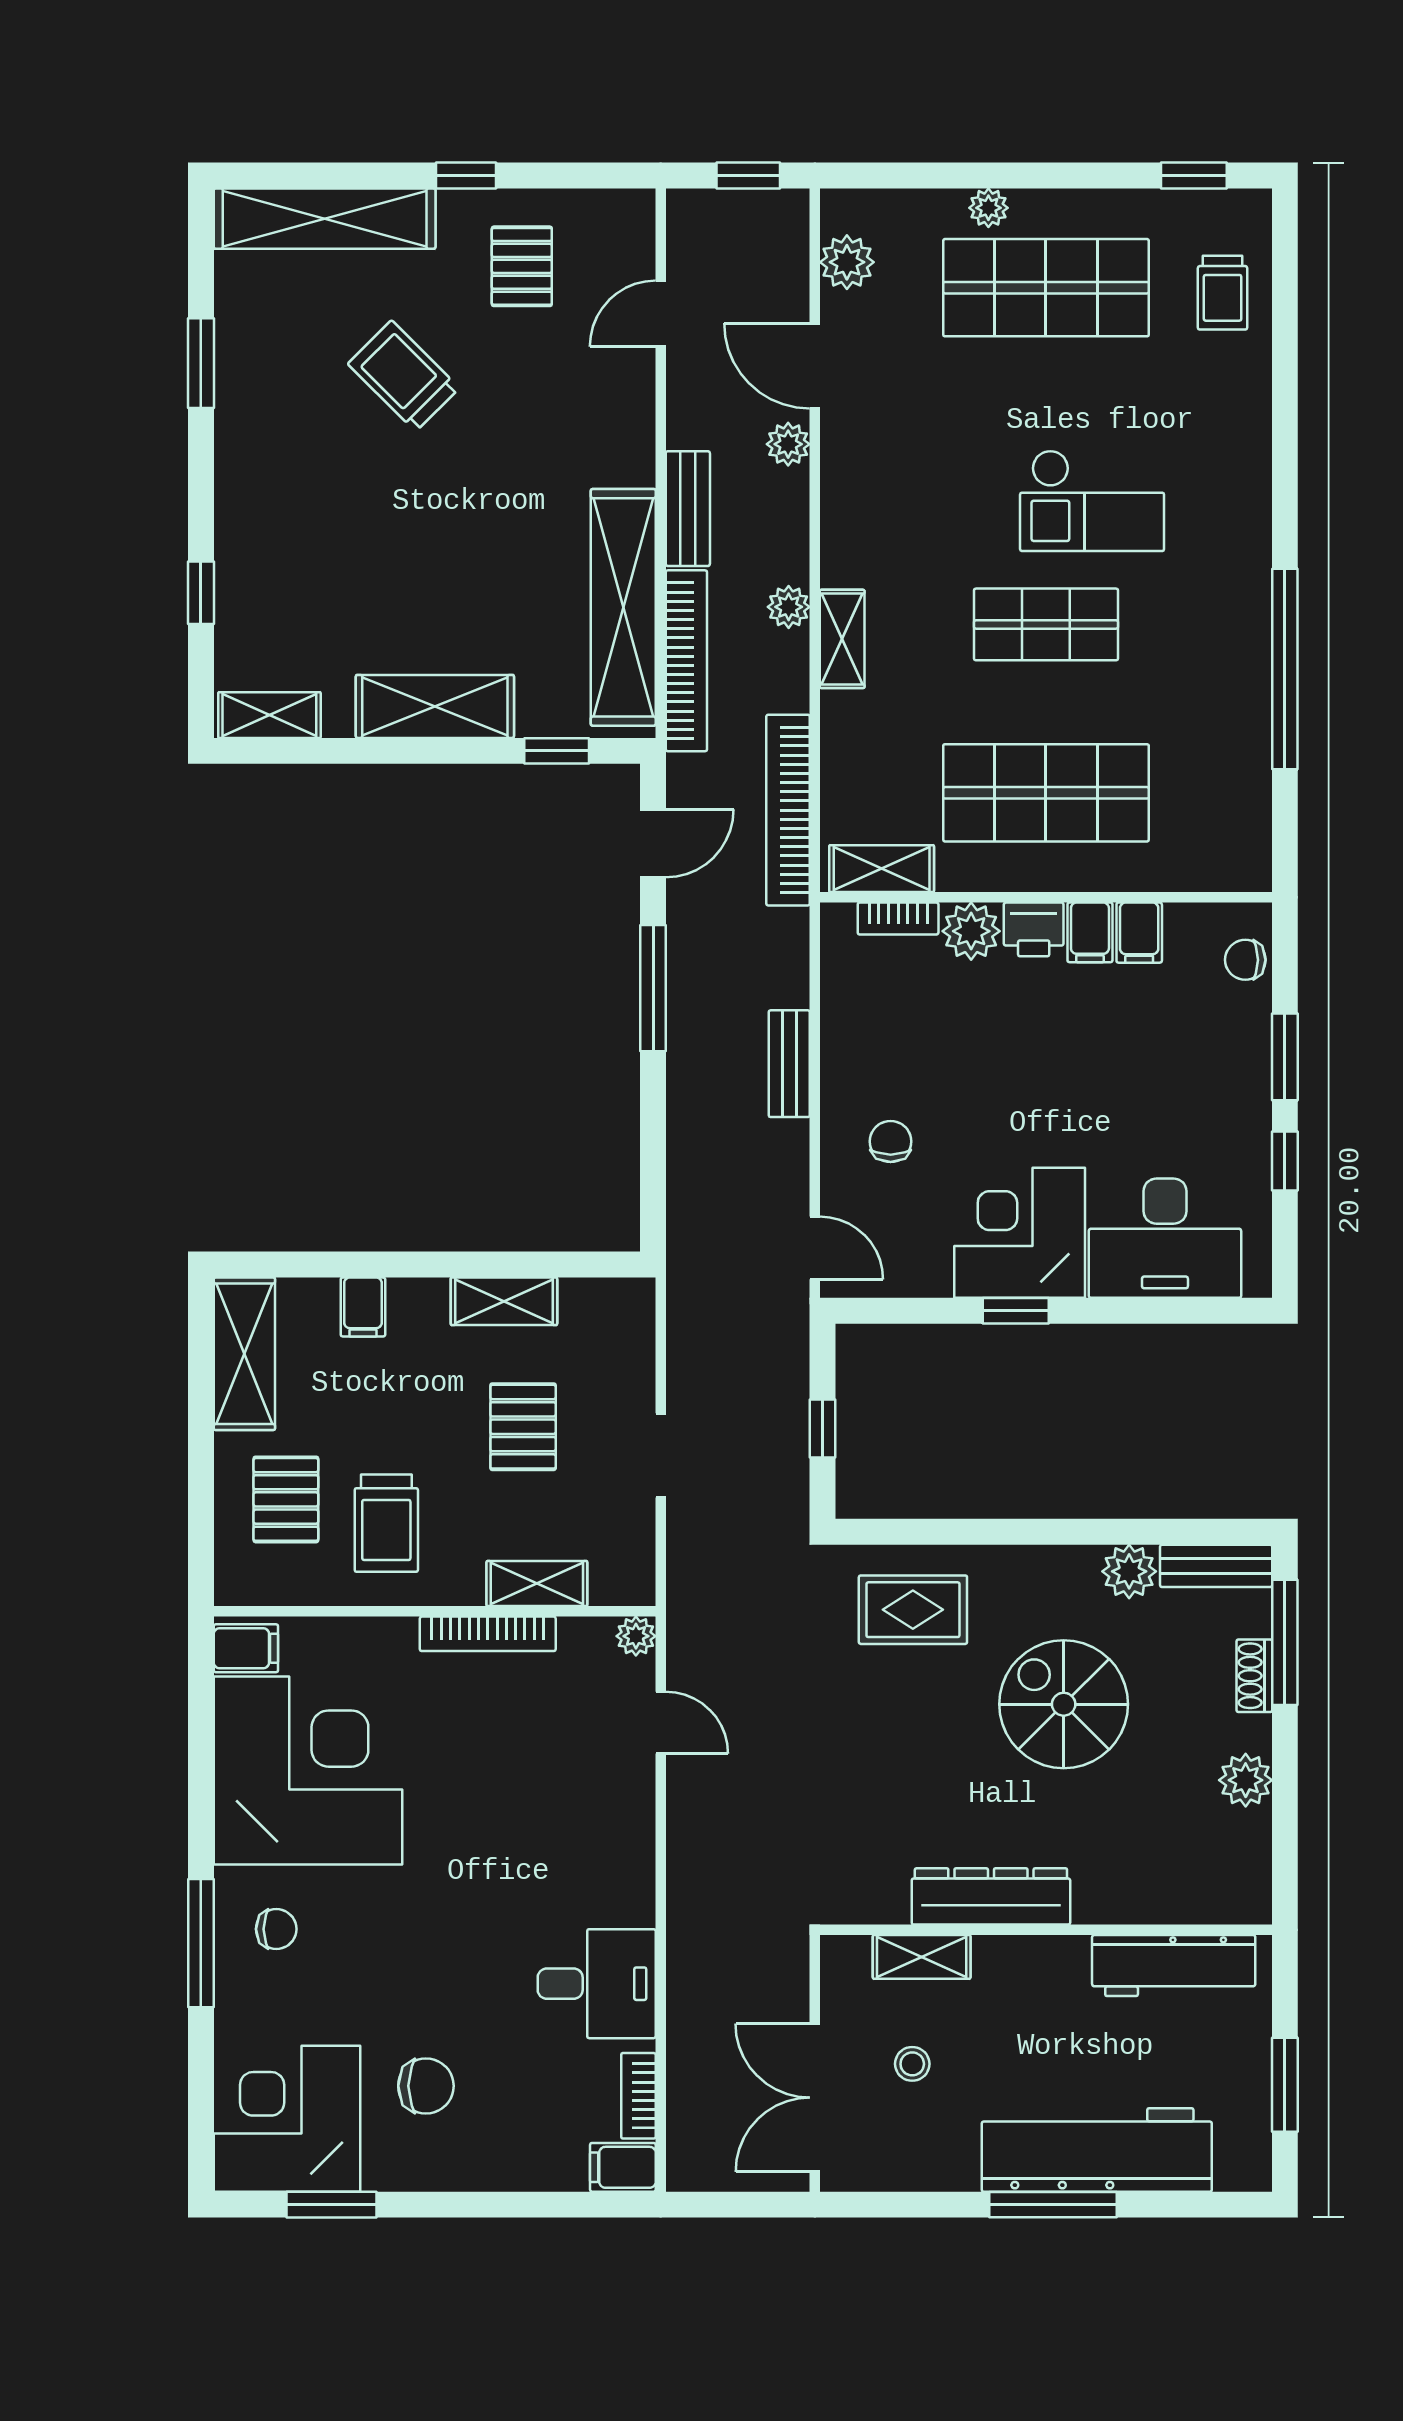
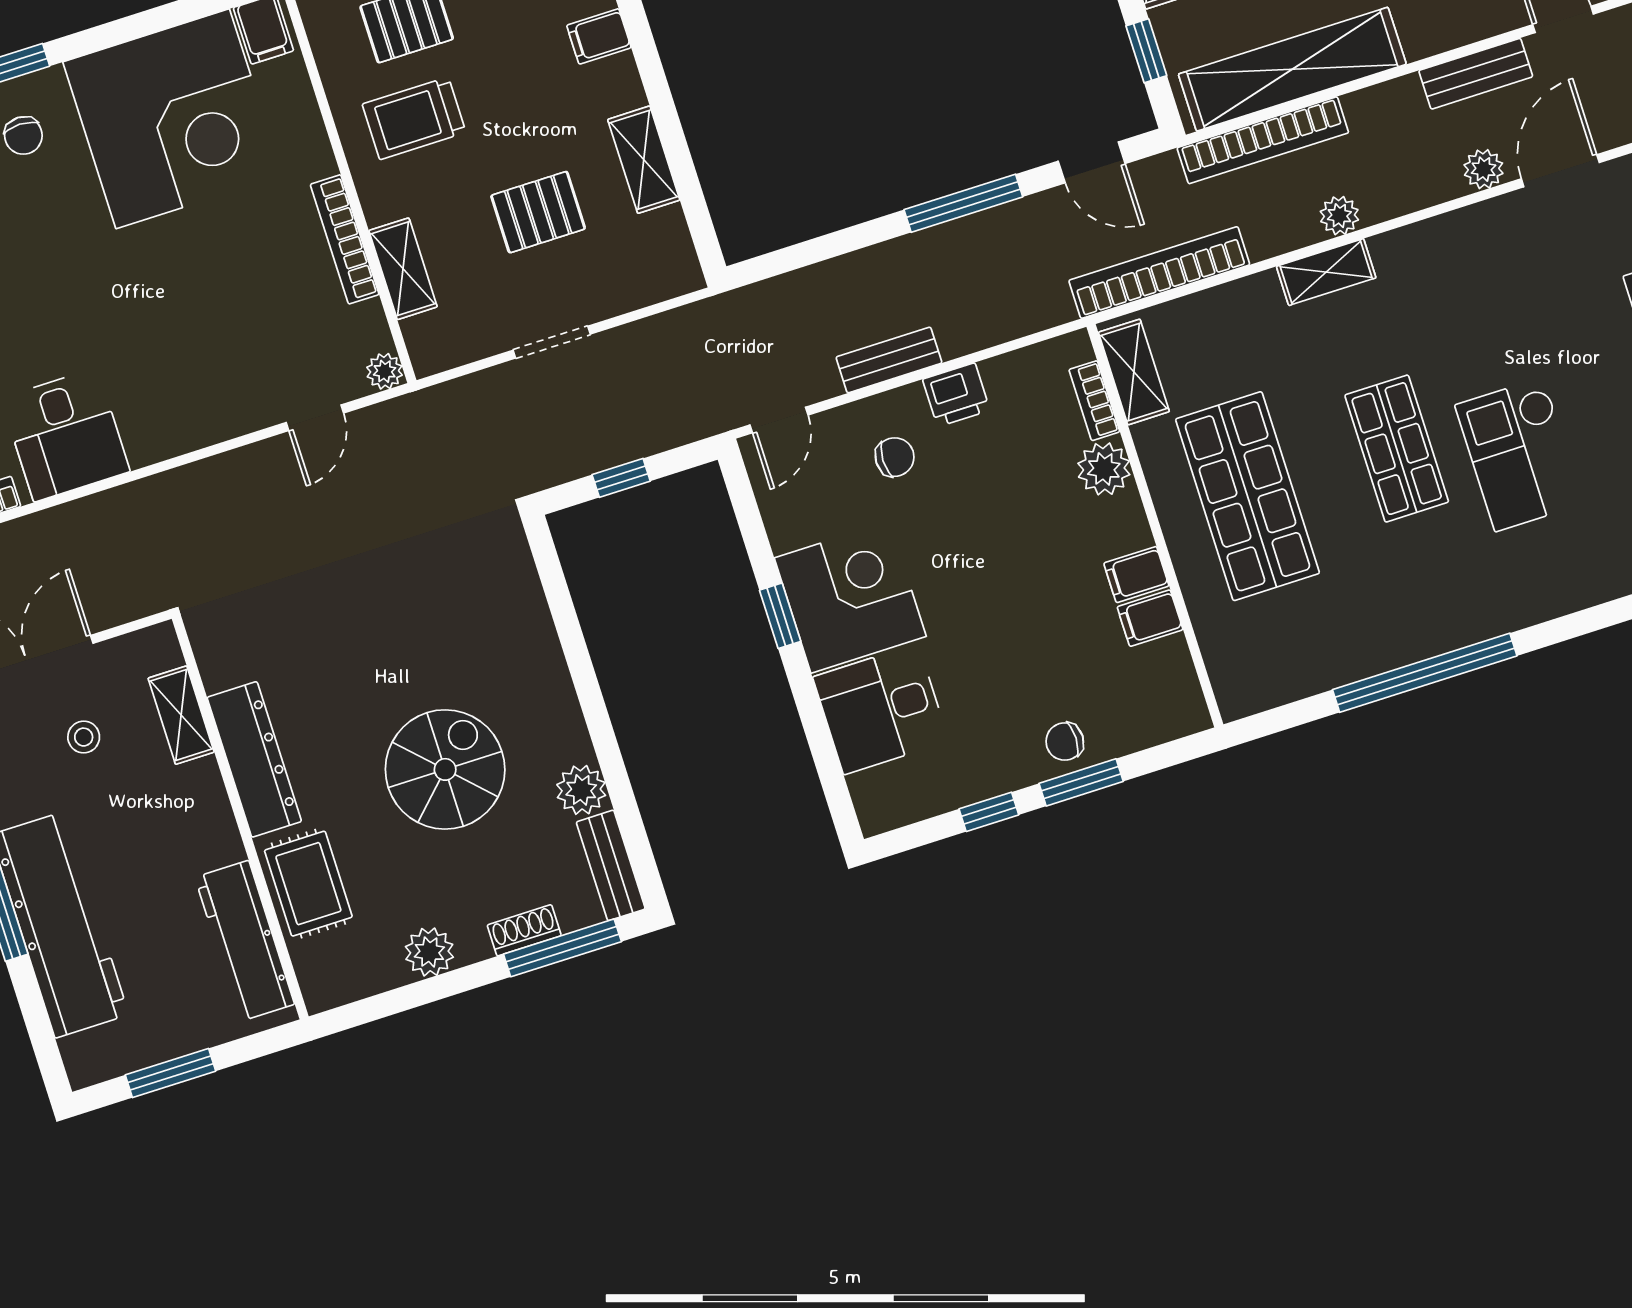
bench: (688, 509) -> (1476, 74), moved
printer: (1034, 929) -> (956, 395), moved, turned -90
chair: (1245, 960) -> (1065, 741), moved, turned -90
bench: (789, 1064) -> (889, 360), moved
desk: (1165, 1238) -> (881, 709), width x0.73
rug: (913, 1610) -> (308, 884), moved

